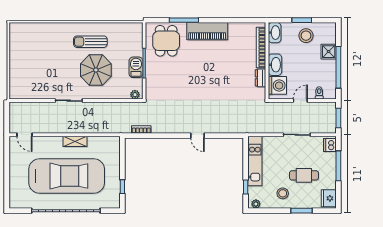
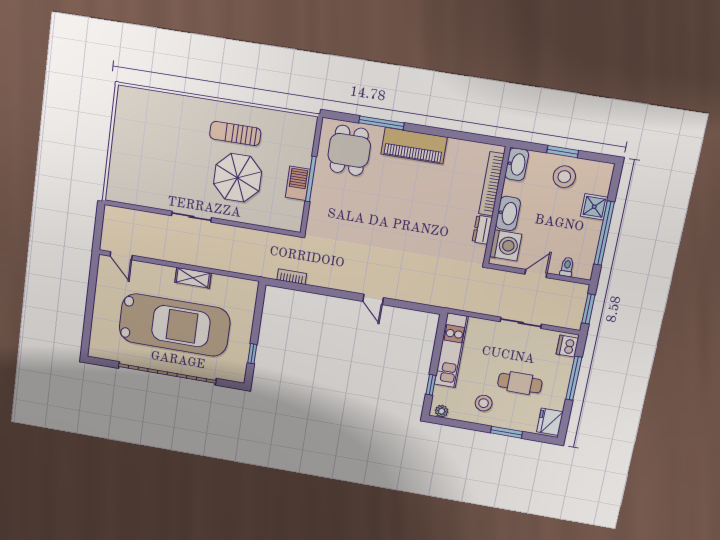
plant: (135, 95) -> (290, 224), removed

